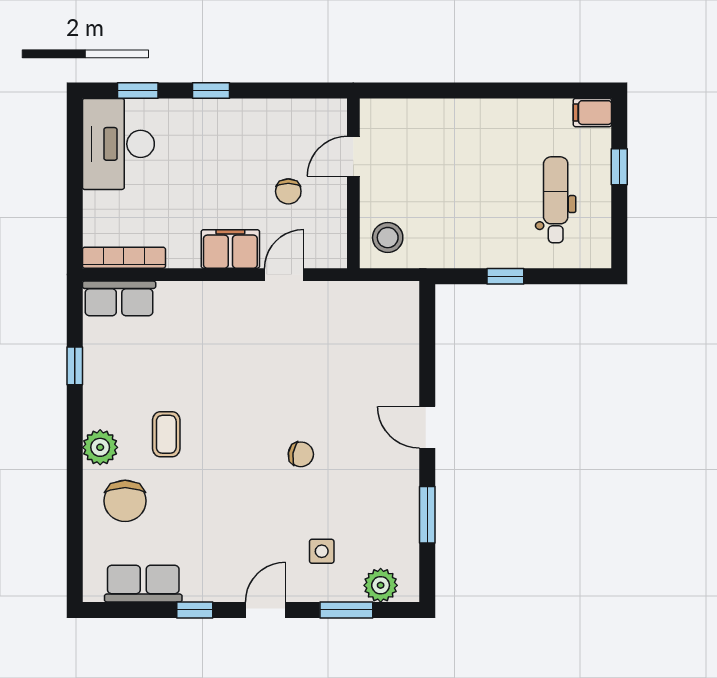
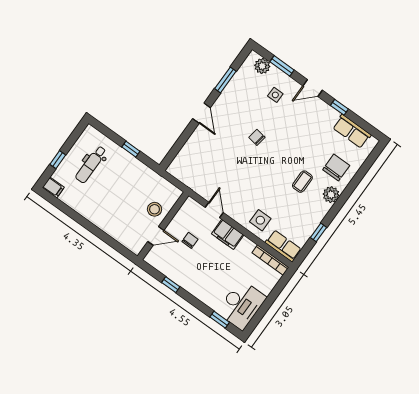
window: (211, 90) -> (171, 285), moved
stool: (388, 238) -> (155, 209), moved
door: (284, 275) -> (214, 210), swing flipped
side table: (191, 314) -> (260, 220), added

